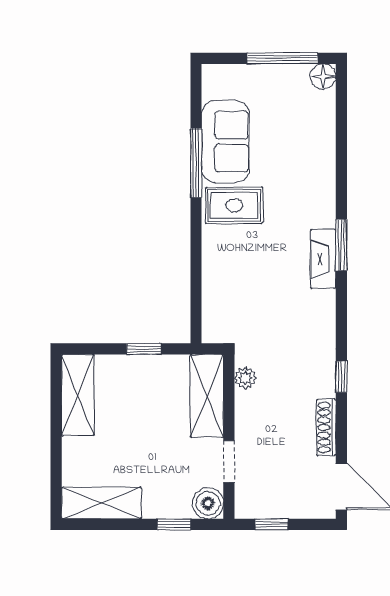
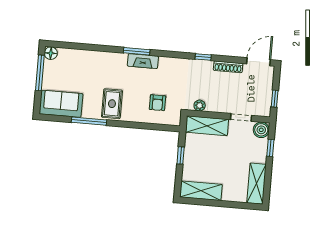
sofa: (225, 142) -> (61, 104), moved
armchair: (244, 295) -> (157, 103), added

